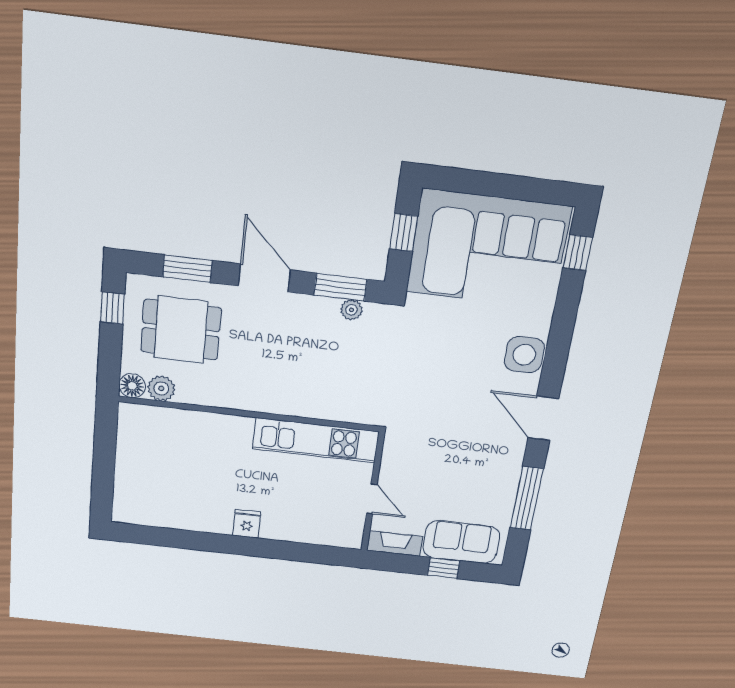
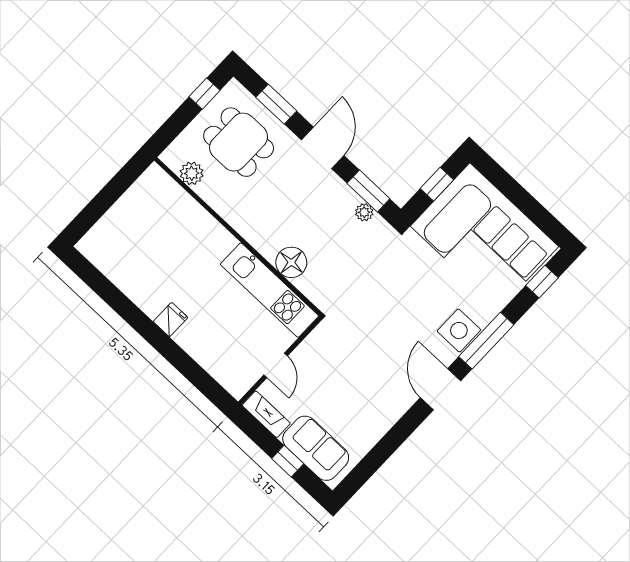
floor lamp: (132, 386) -> (291, 262), moved, width x1.38, depth x1.38
window: (527, 498) -> (486, 341), moved

